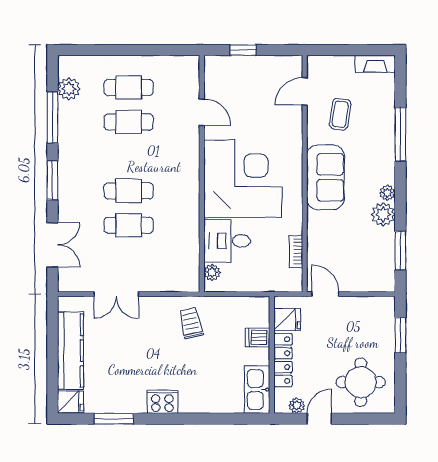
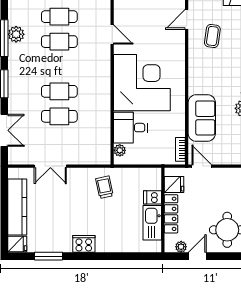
plant: (69, 89) -> (16, 34), moved
sofa: (325, 177) -> (202, 118), moved
bookcase: (296, 252) -> (180, 149), moved
kitchen sink: (257, 390) -> (152, 223), moved

